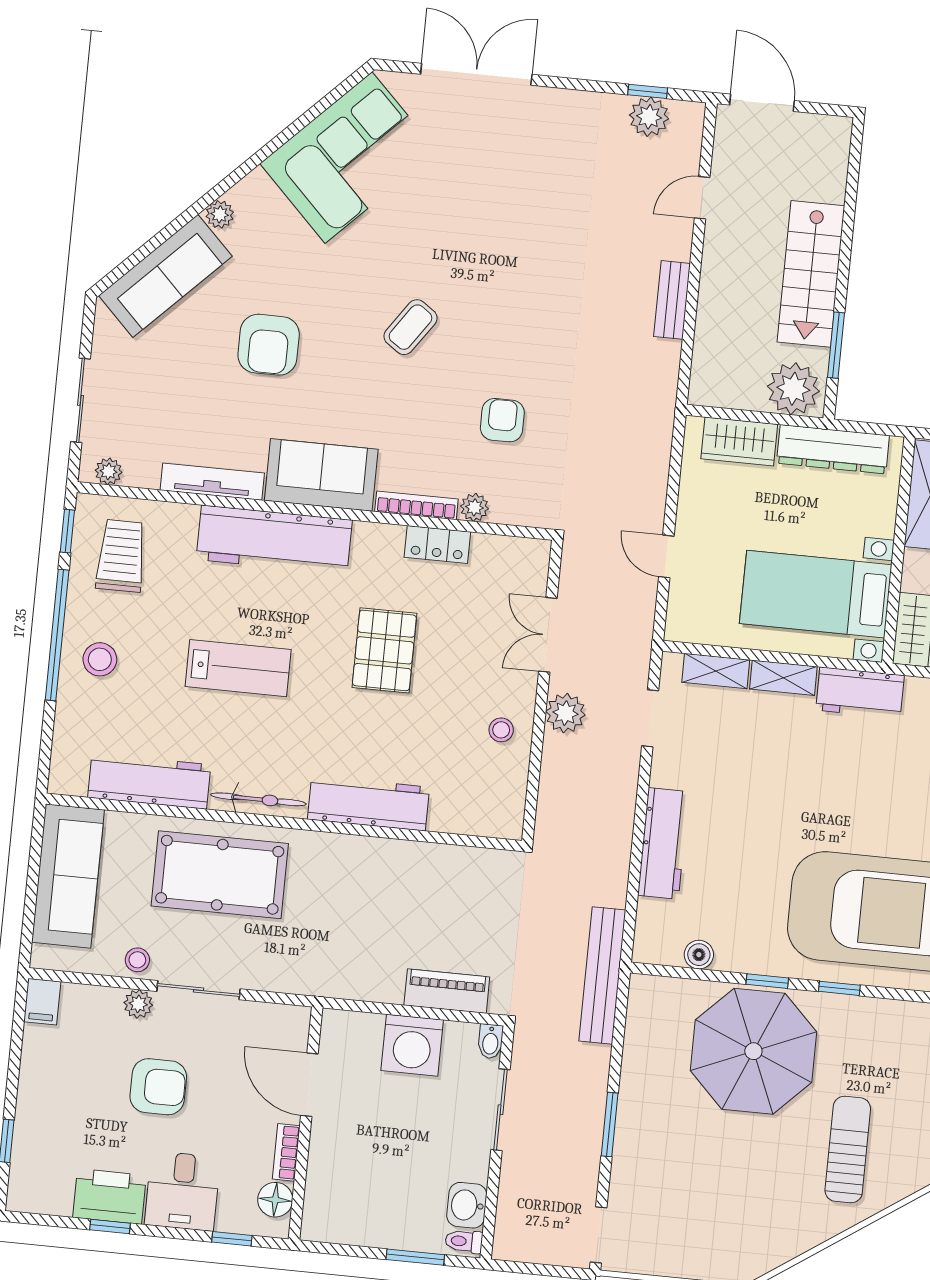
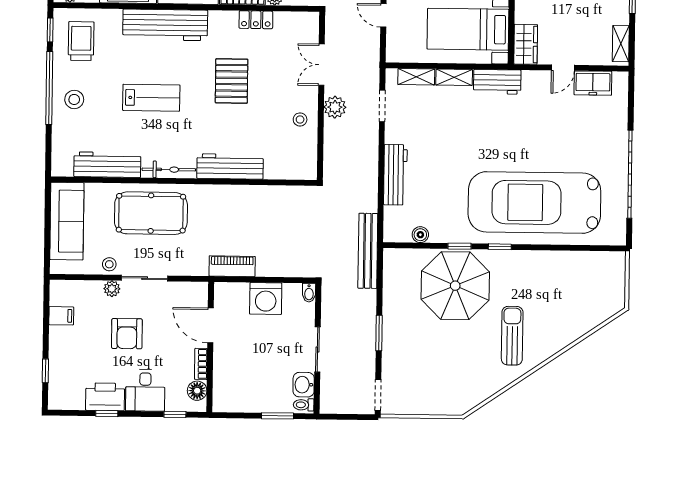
piano: (447, 991) -> (232, 266), moved
filing cabinet: (42, 1002) -> (61, 316), moved, turned -90
armchair: (158, 1087) -> (127, 334), turned 90
sliding door: (500, 1110) -> (317, 349), moved

